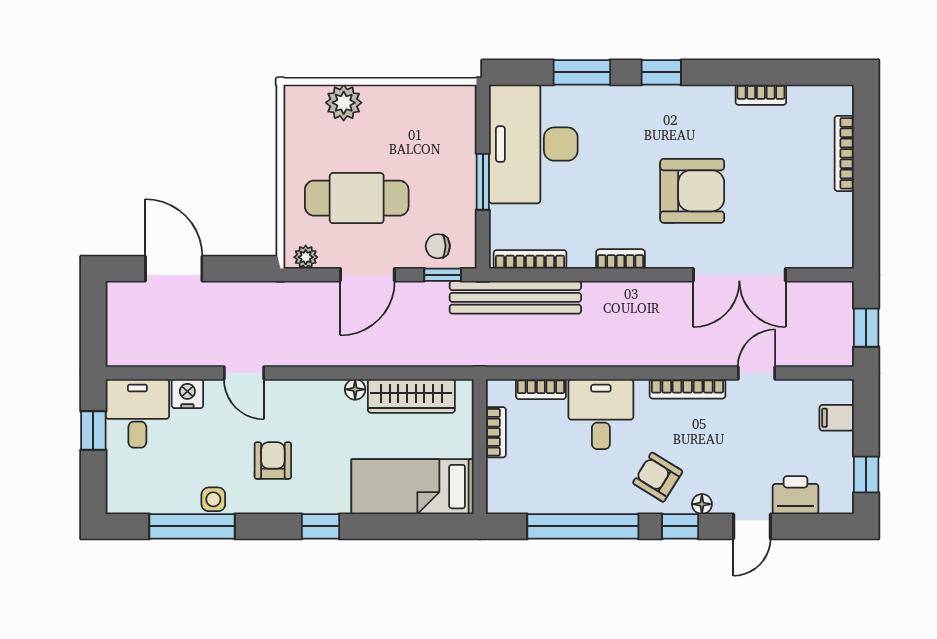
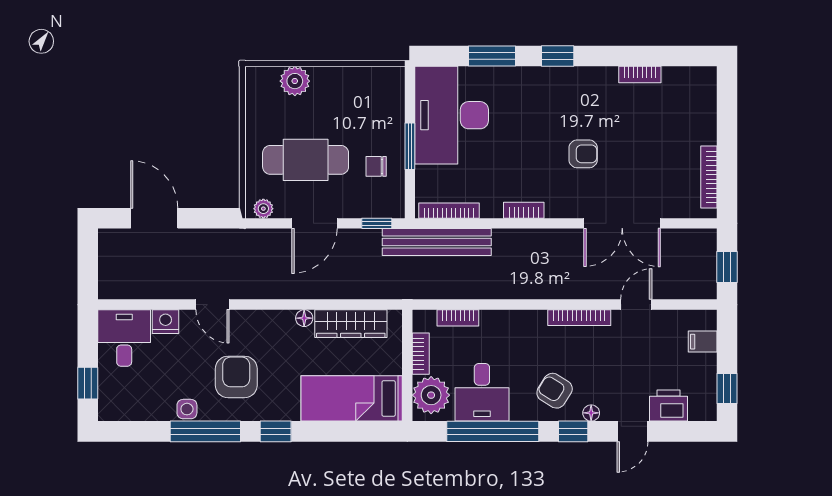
bookcase: (844, 153) -> (709, 177), moved
armchair: (692, 191) -> (583, 154), width x0.53, depth x0.53
chair: (438, 246) -> (376, 166), moved
desk: (601, 414) -> (482, 392), moved, turned 180
window: (93, 430) -> (88, 383), moved
armchair: (273, 461) -> (236, 377), width x1.38, depth x1.38
plant: (508, 482) -> (431, 395), added
window: (192, 526) -> (205, 431), moved

